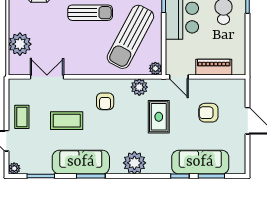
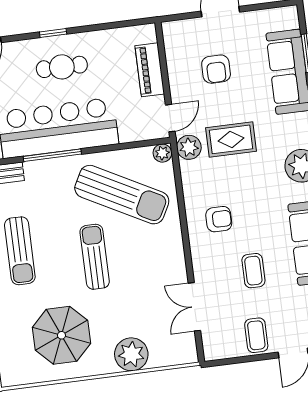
plant: (20, 44) -> (131, 354), moved
plant: (139, 87) -> (189, 147), moved
coffee table: (22, 117) -> (256, 335), turned 90
coffee table: (67, 121) -> (253, 271), width x0.73, depth x0.77

